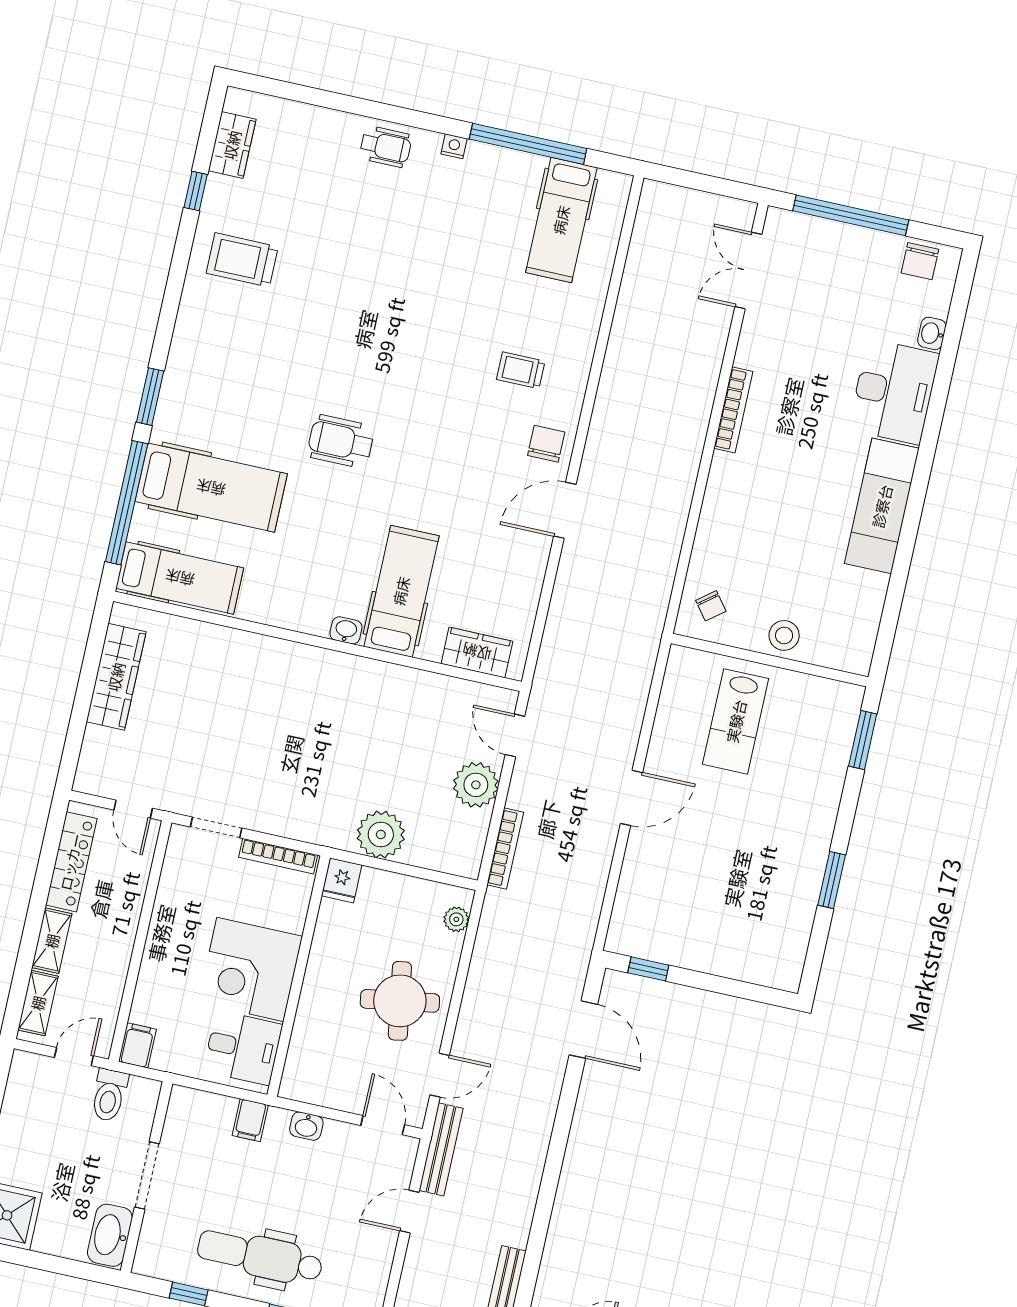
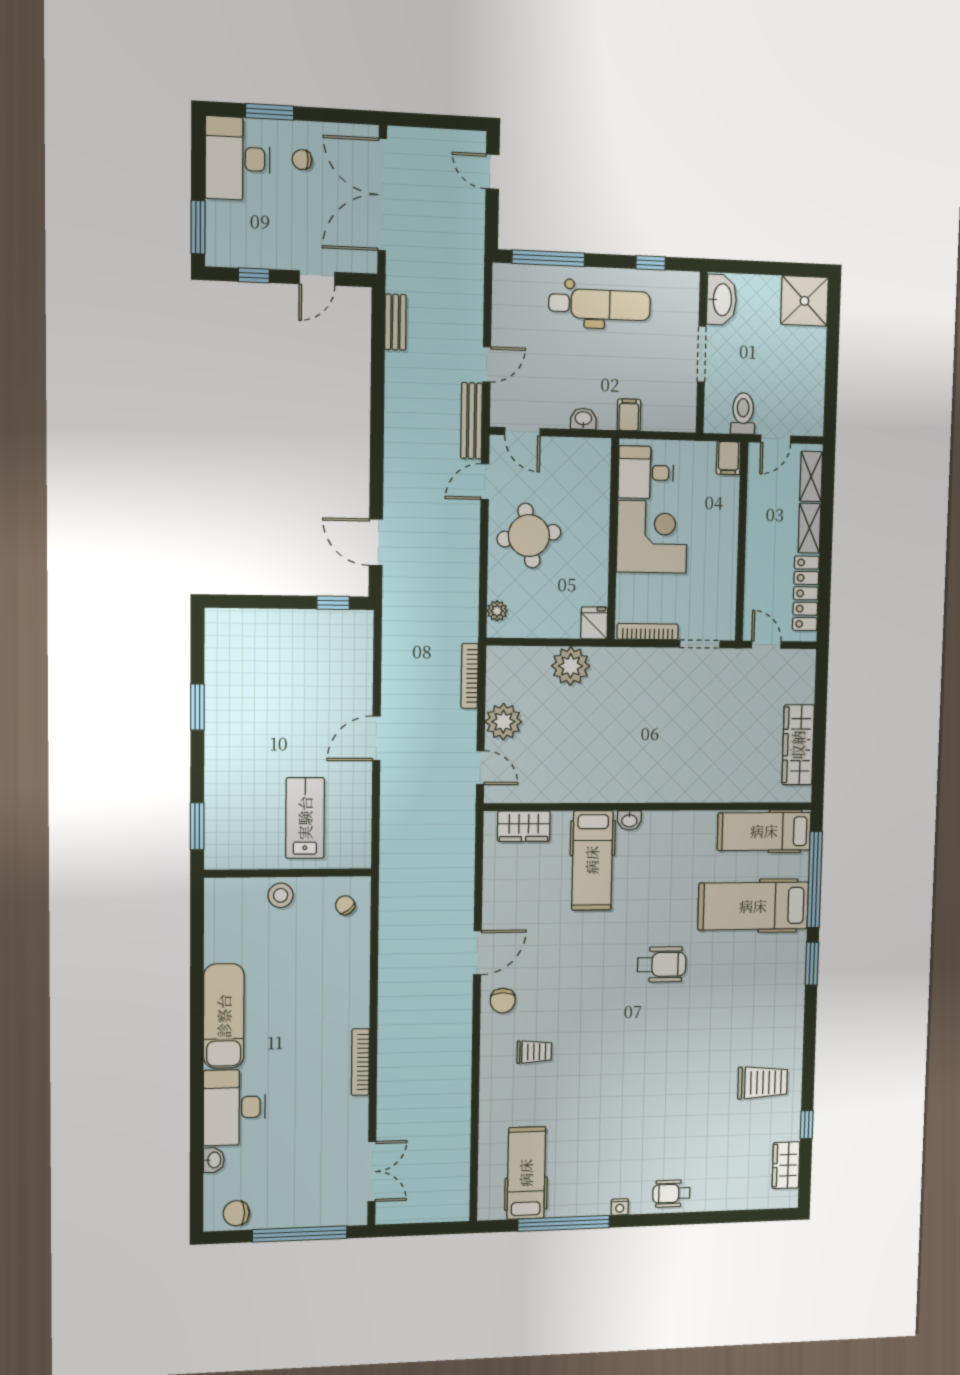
chair: (920, 261) -> (236, 1213), turned -90

